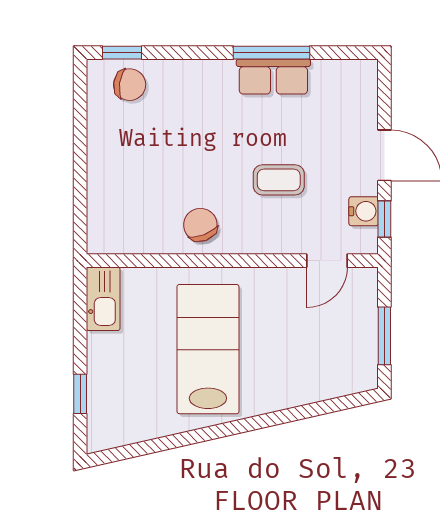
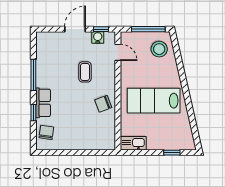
window: (122, 53) -> (33, 113), moved
row of seats: (273, 77) -> (43, 103), moved
window: (384, 336) -> (148, 29), width x1.44
stool: (335, 363) -> (159, 49), added

